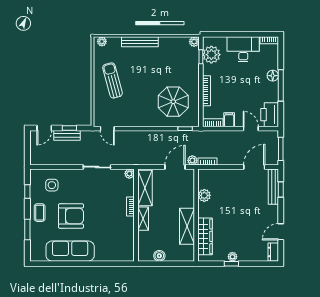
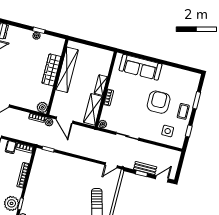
parasol: (173, 102) -> (52, 173), removed
door: (107, 129) -> (111, 165), swing flipped
door: (175, 167) -> (64, 120), hinge flipped
plant: (204, 195) -> (42, 107), moved
armchair: (71, 216) -> (159, 102), turned 90
shelving: (187, 226) -> (67, 70), width x1.47
wardrobe: (205, 236) -> (51, 70), moved
sofa: (70, 251) -> (141, 67), moved
boiler: (159, 256) -> (95, 52), removed

